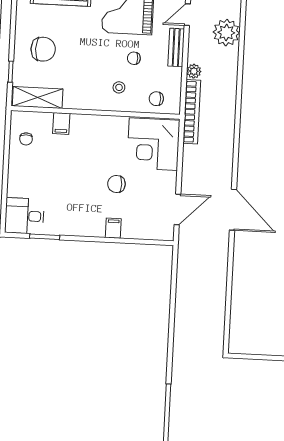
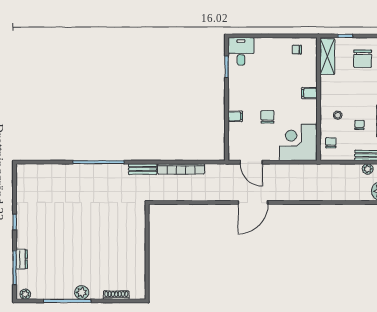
plant: (194, 71) -> (368, 169), moved
bookcase: (192, 112) -> (181, 169), moved
filing cabinet: (61, 123) -> (309, 93), moved
bench: (179, 359) -> (143, 169), added

